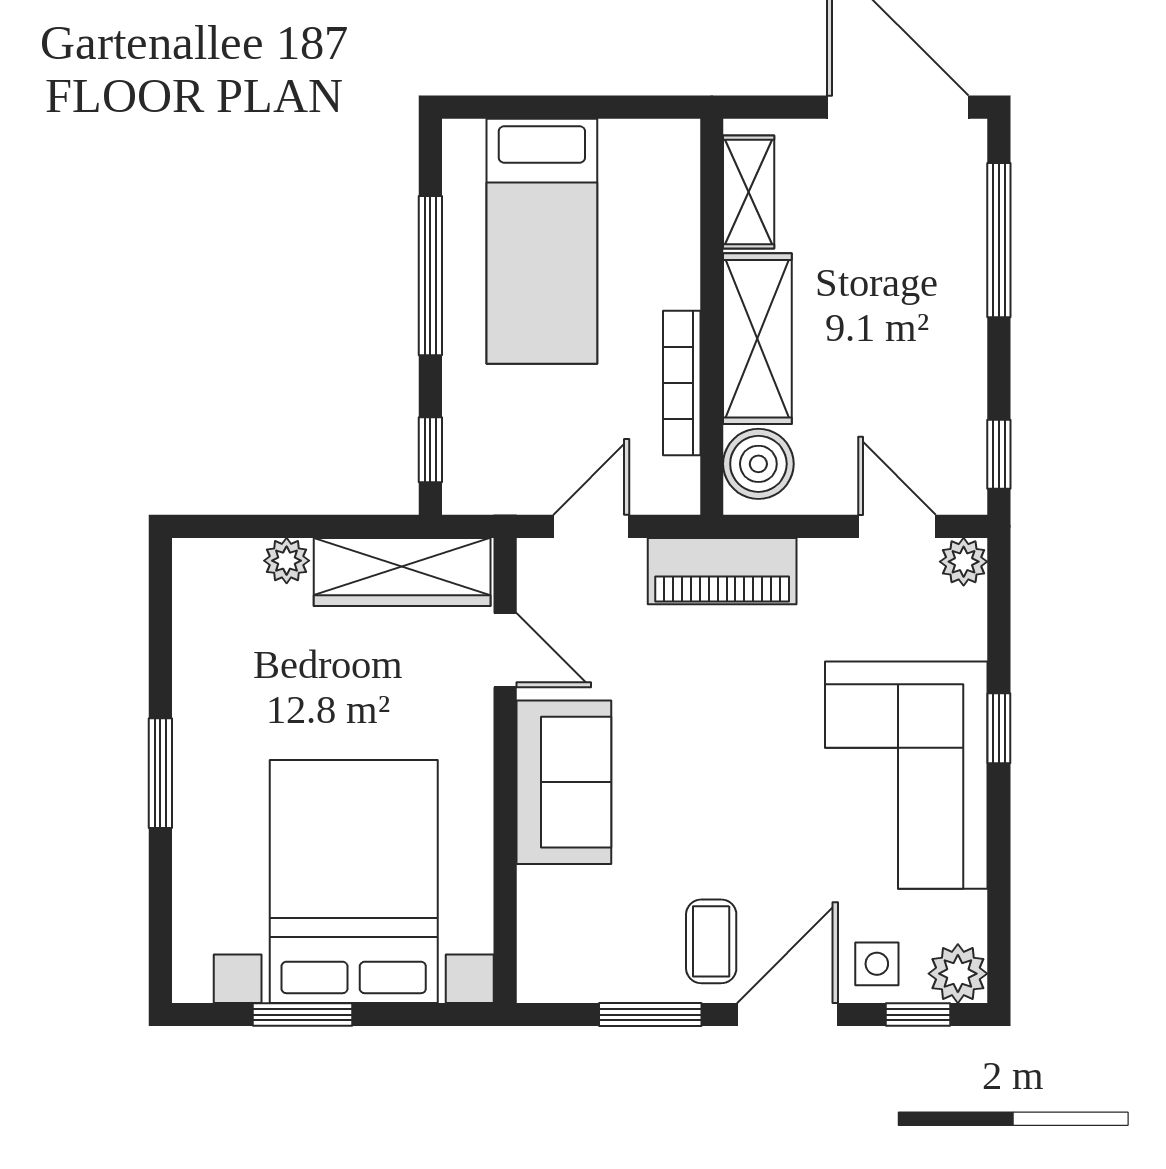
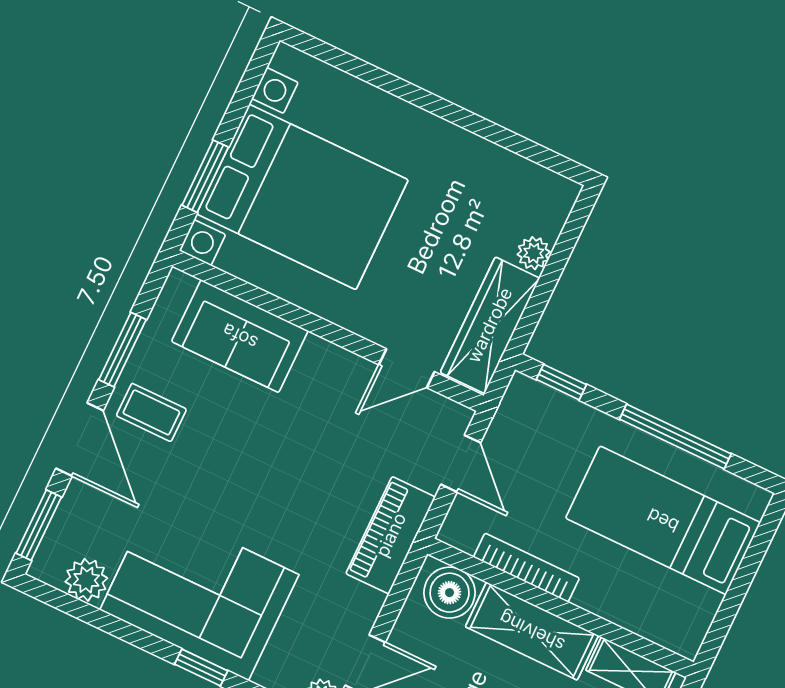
window: (160, 773) -> (434, 104), removed
sofa: (564, 782) -> (240, 336), moved
side table: (877, 964) -> (85, 514), removed
plant: (958, 974) -> (86, 580), moved
window: (302, 1015) -> (205, 176), moved
window: (918, 1015) -> (39, 525), width x1.50

